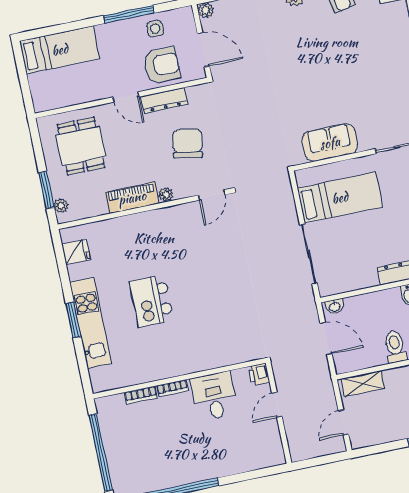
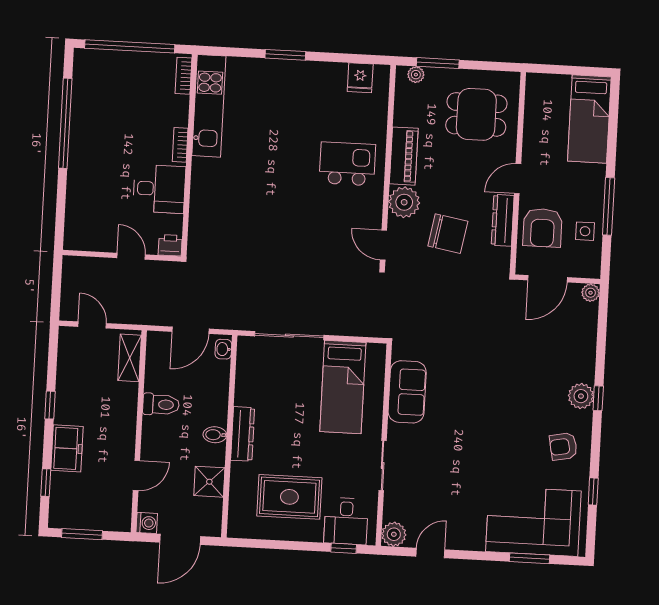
plant: (166, 195) -> (404, 202), width x1.87, depth x1.87
kitchen island: (152, 301) -> (347, 164), moved
kitchen unit: (91, 323) -> (209, 106), moved, turned -90
bookcase: (141, 395) -> (184, 76), moved

